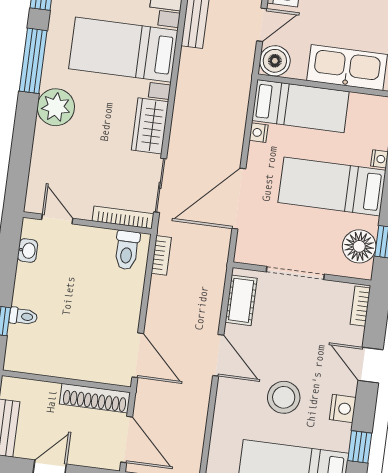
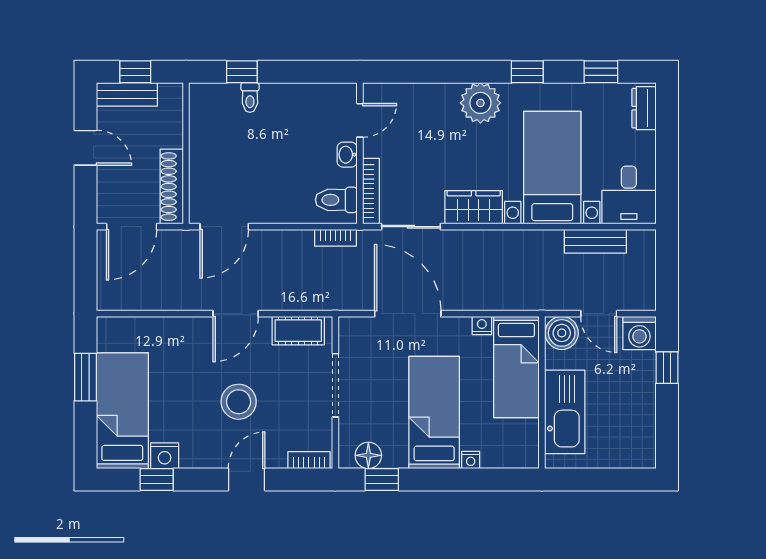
window: (33, 61) -> (527, 72), width x0.46
floor lamp: (359, 246) -> (368, 455), width x0.73, depth x0.73
washbasin: (28, 251) -> (347, 155), moved, turned 90
stool: (284, 397) -> (239, 402), moved
nightstand: (343, 408) -> (165, 456), moved

